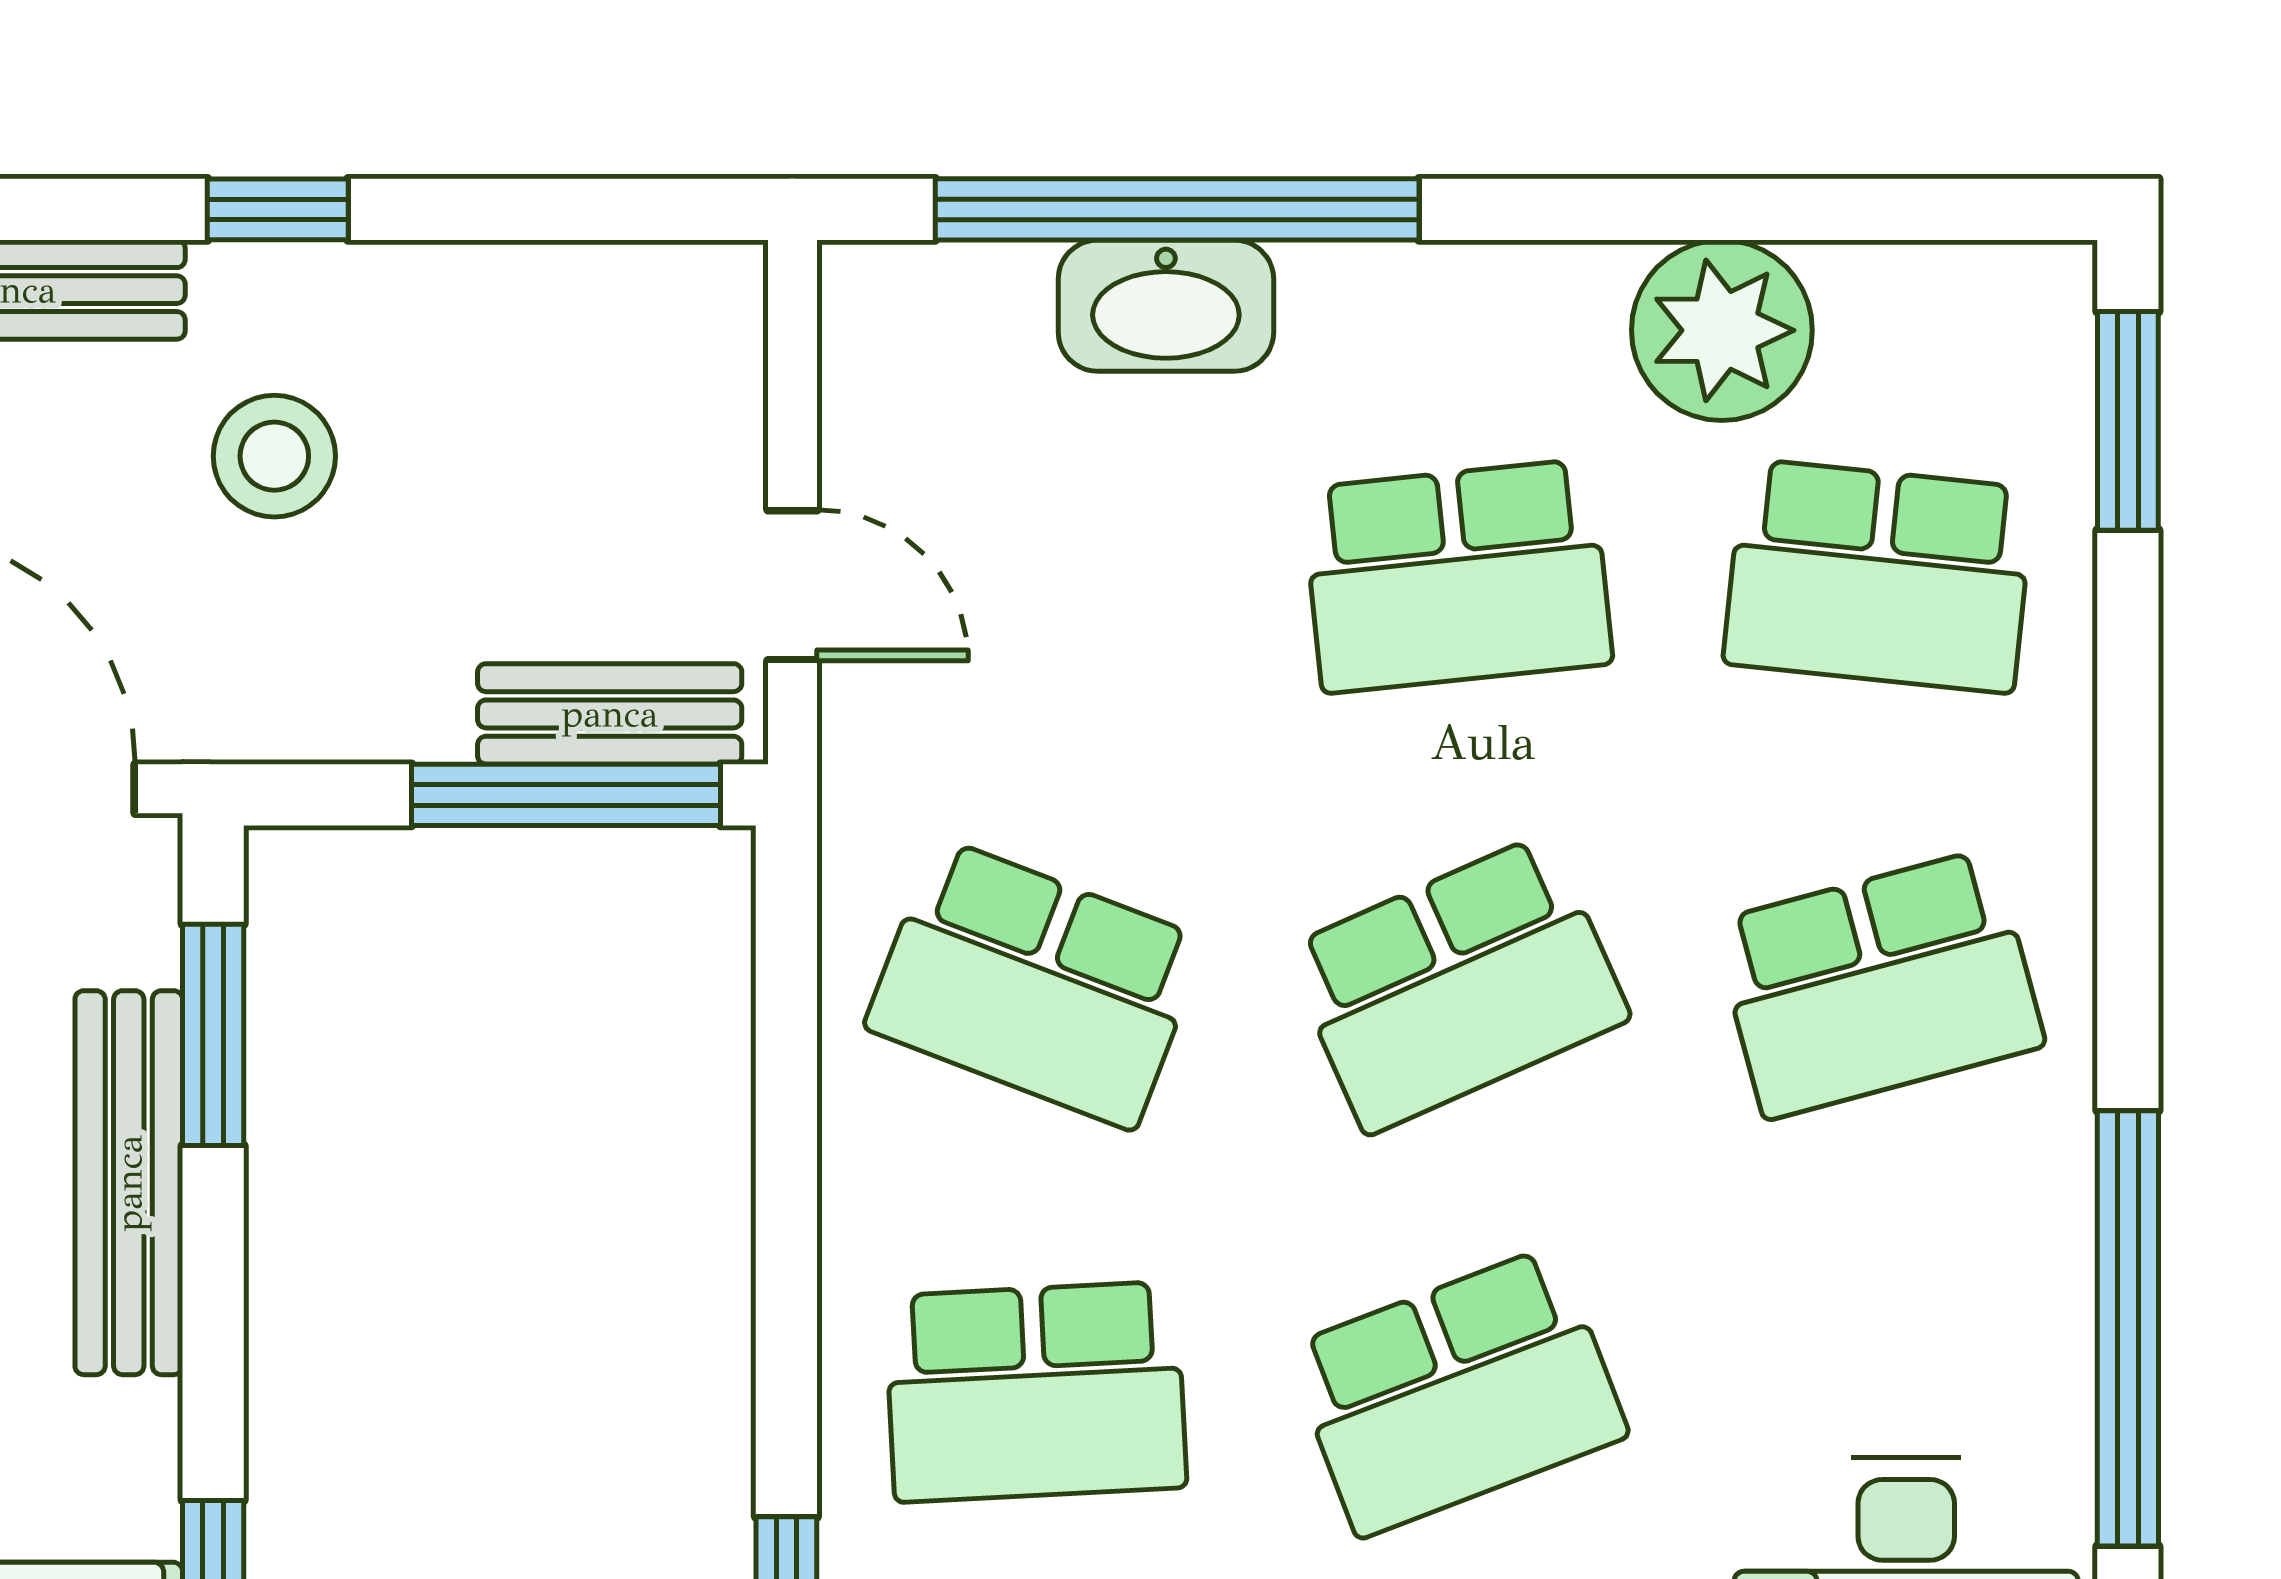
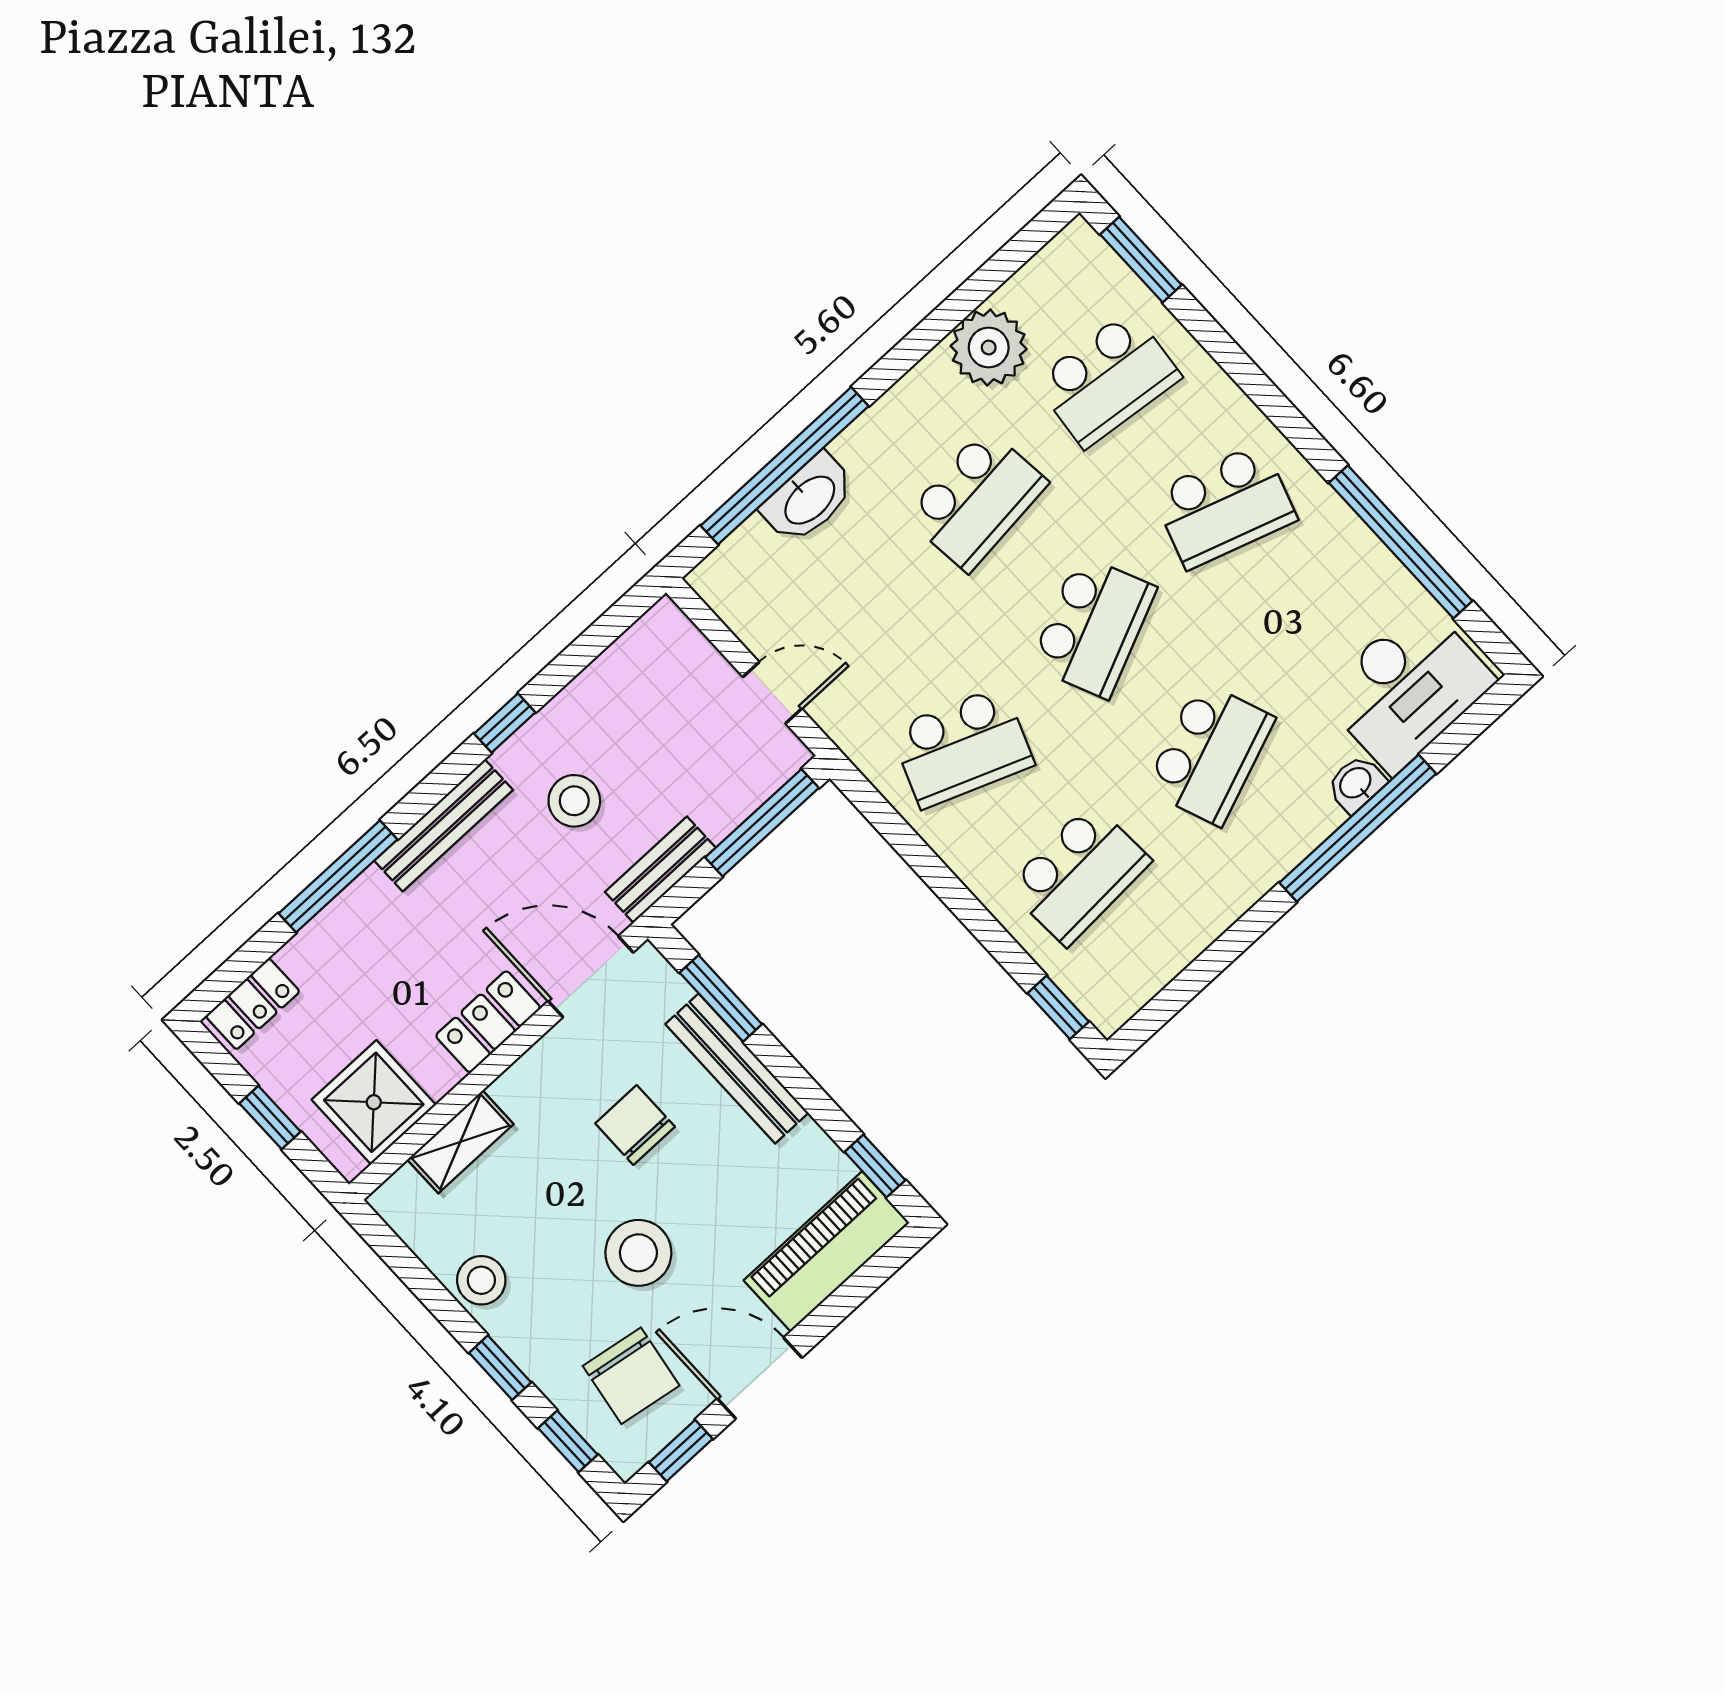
bench: (610, 714) -> (660, 870), moved
school desk: (1879, 984) -> (1224, 506), turned 33

